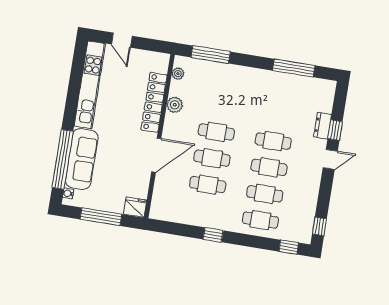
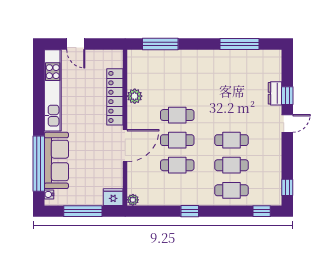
plant: (178, 74) -> (133, 200), moved
cafe table: (273, 141) -> (231, 115), removed

